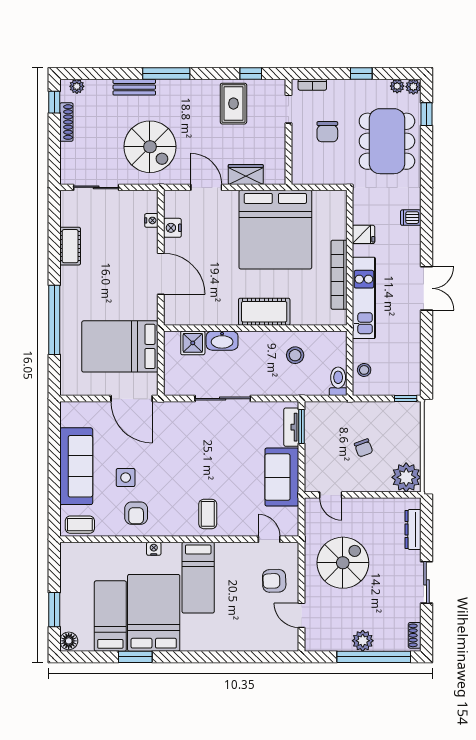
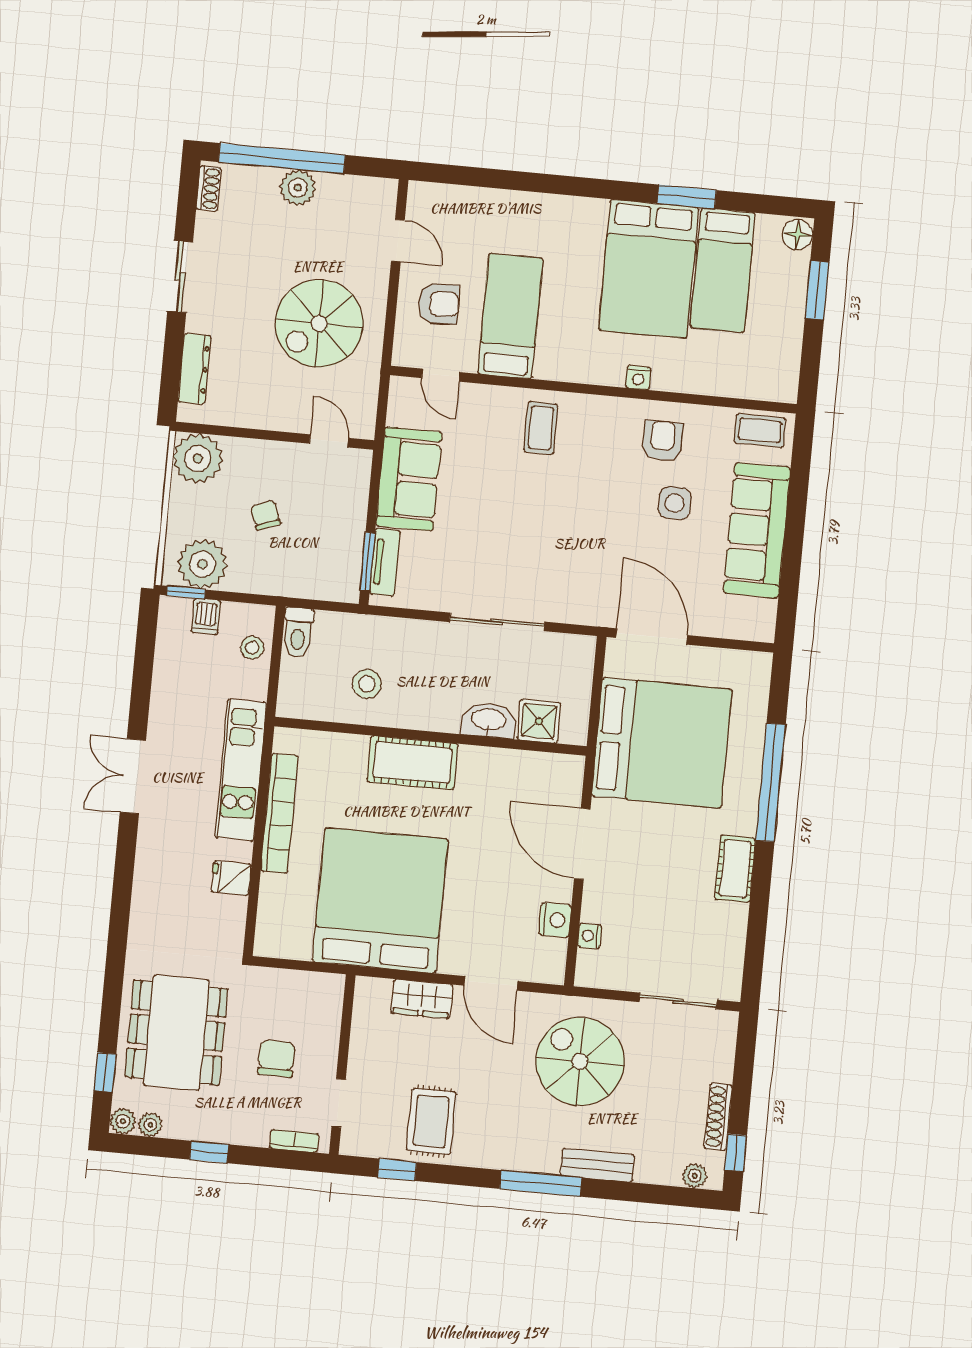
dishwasher: (411, 218) -> (206, 616), moved, turned 90
cot: (70, 246) -> (735, 869), moved
bed: (120, 346) -> (662, 743), width x1.36
plant: (398, 416) -> (202, 564), added
bed: (198, 578) -> (510, 316), moved

